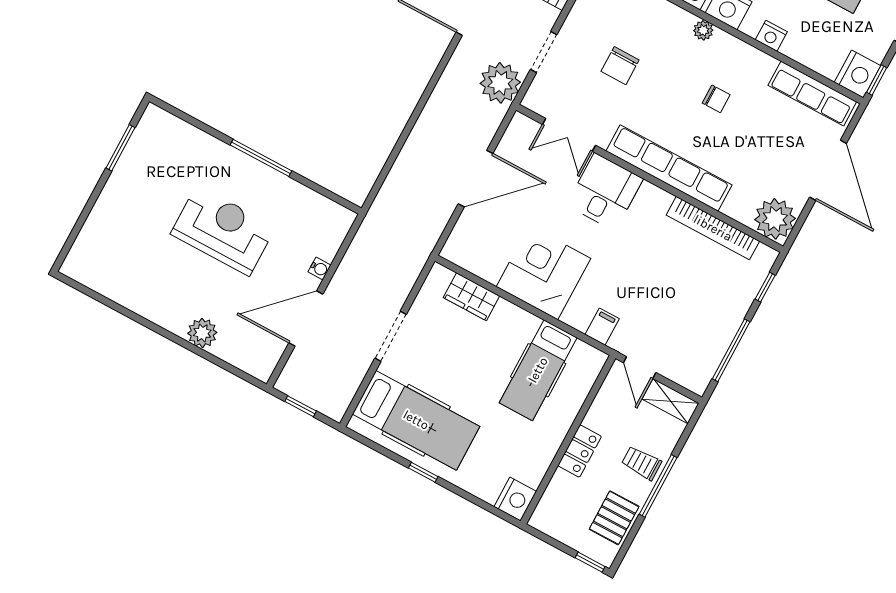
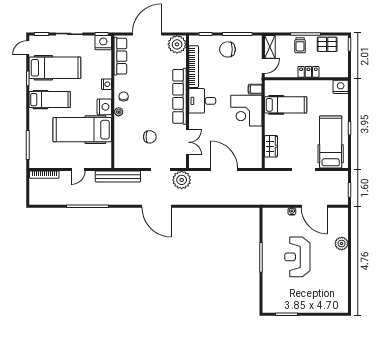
chair: (716, 99) -> (124, 96), moved
desk: (605, 192) -> (202, 101), moved
corner desk: (543, 273) -> (246, 111), moved
chair: (711, 314) -> (227, 49), added

